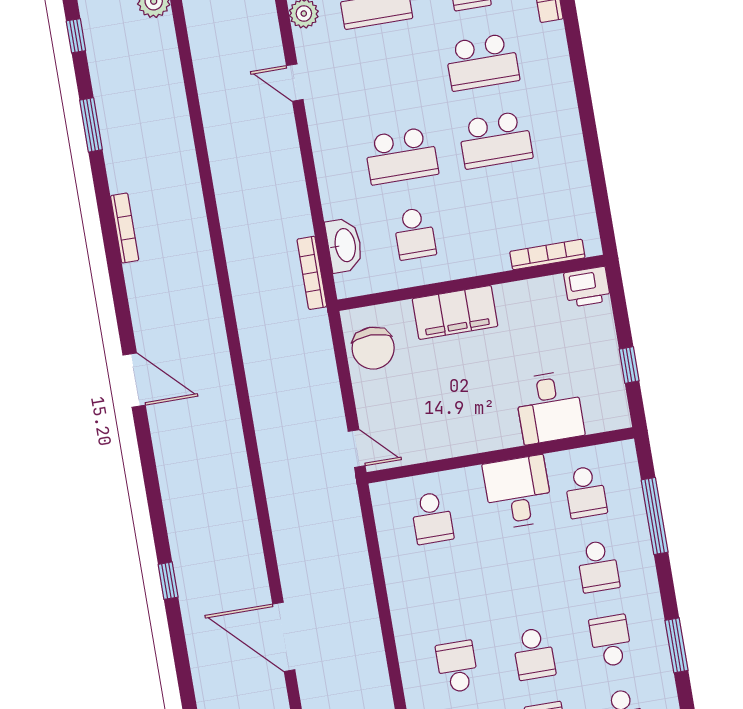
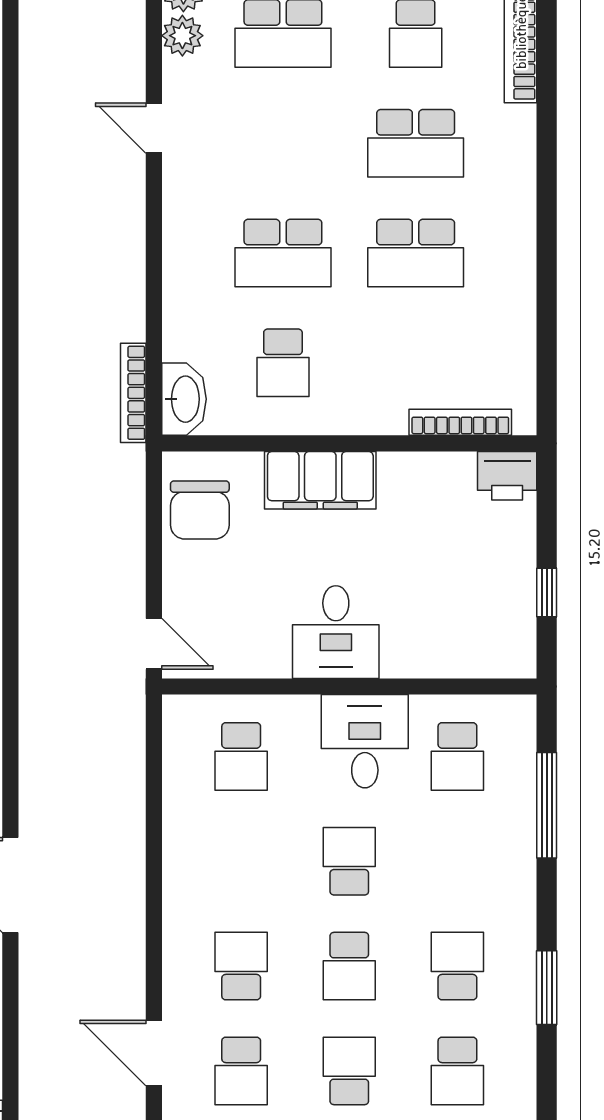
washbasin: (344, 245) -> (184, 399), moved
desk: (549, 407) -> (336, 632), moved
school desk: (598, 566) -> (349, 861), moved, turned 180

